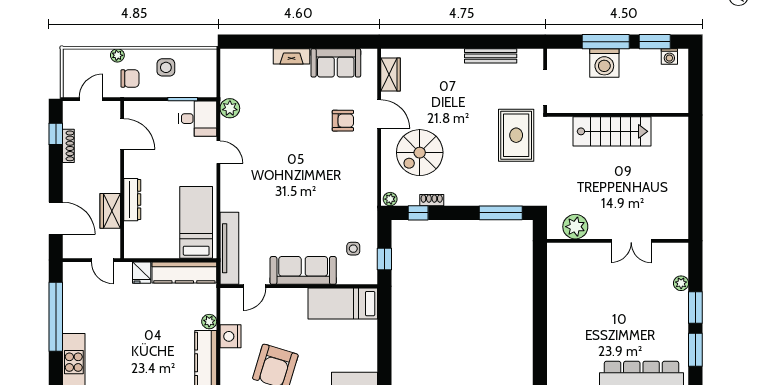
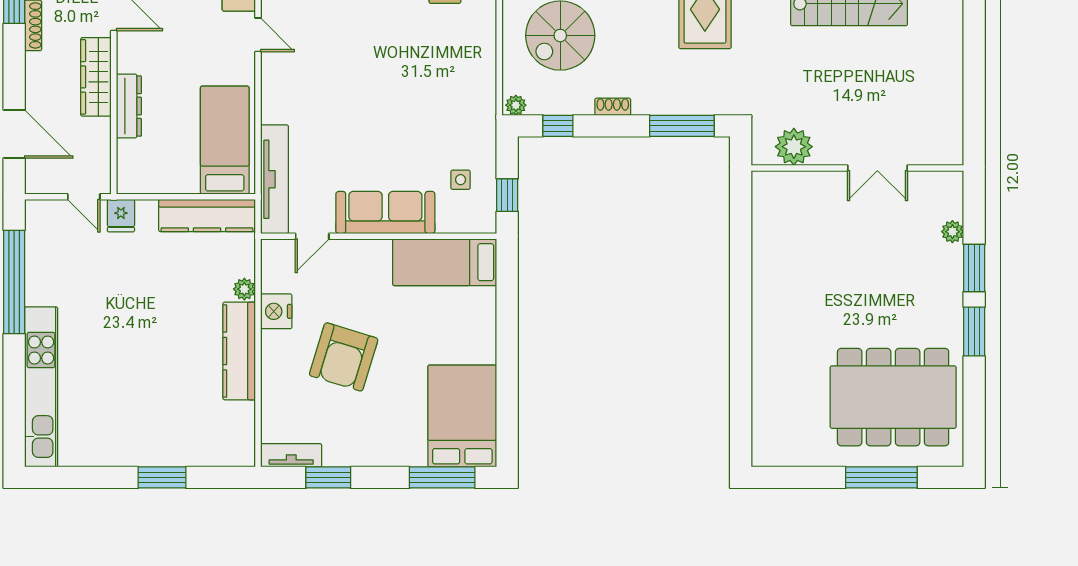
shoe rack: (432, 200) -> (613, 107), moved
wardrobe: (110, 211) -> (96, 77), moved, width x1.50
fridge: (142, 273) -> (121, 216), moved

